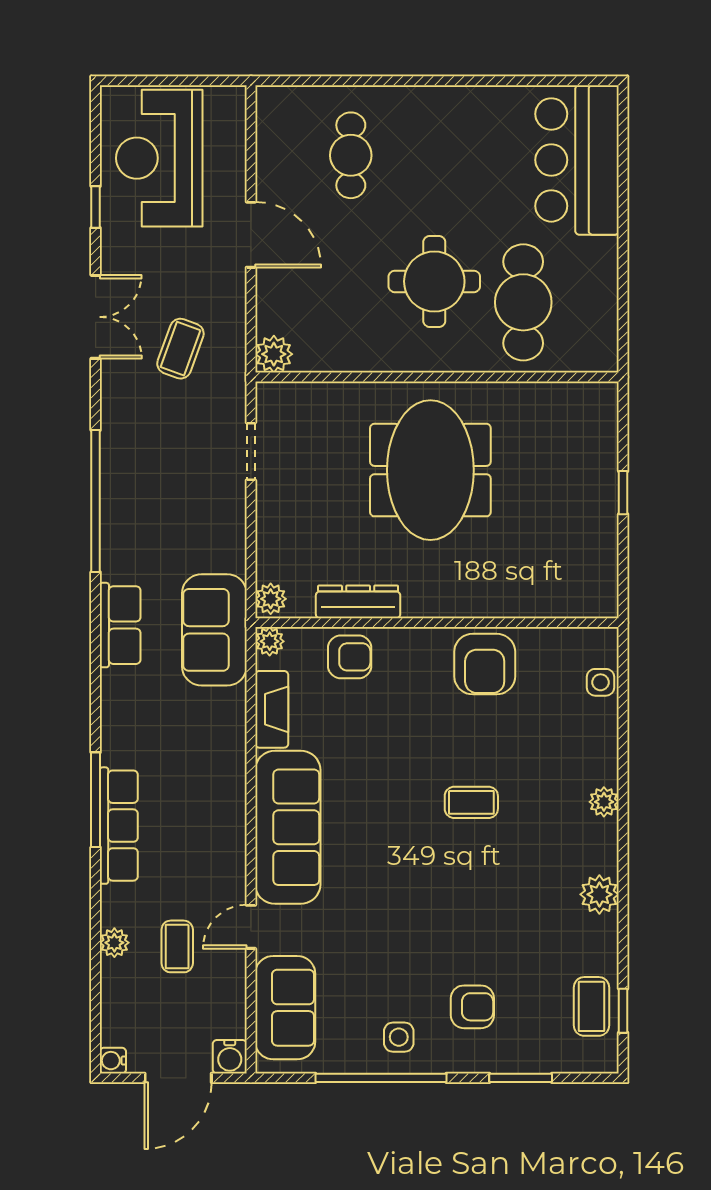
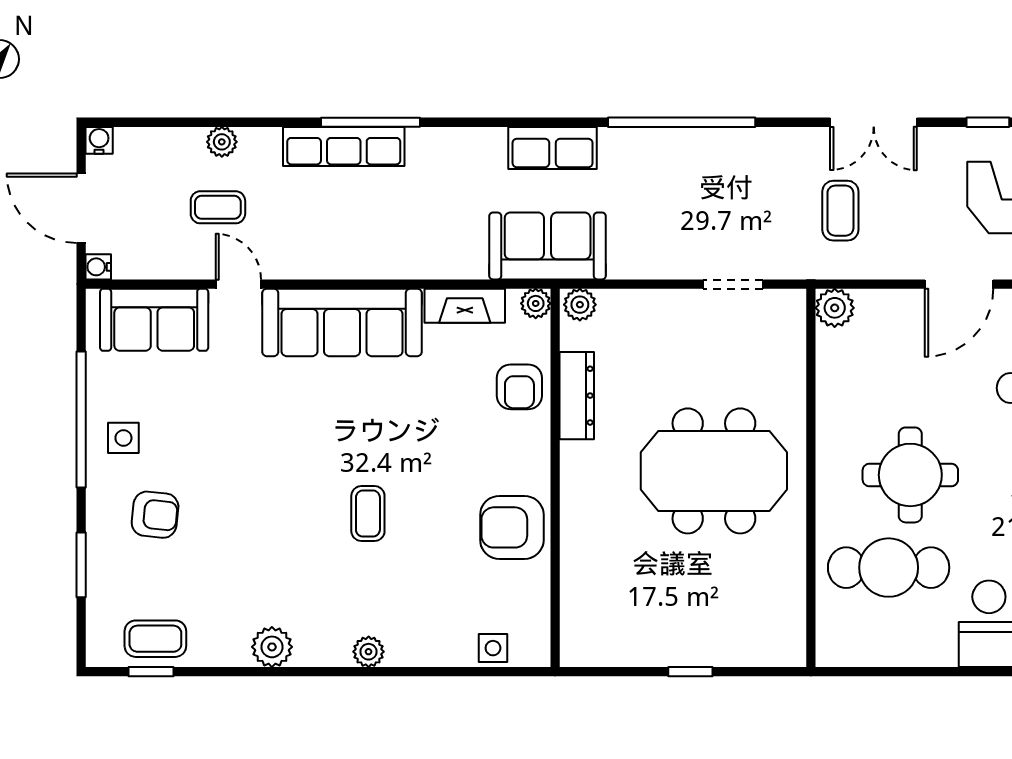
coffee table: (180, 349) -> (840, 211), turned 70
armchair: (472, 1007) -> (155, 515), turned -84
water cooler: (230, 1057) -> (98, 267), width x0.72, depth x0.72

